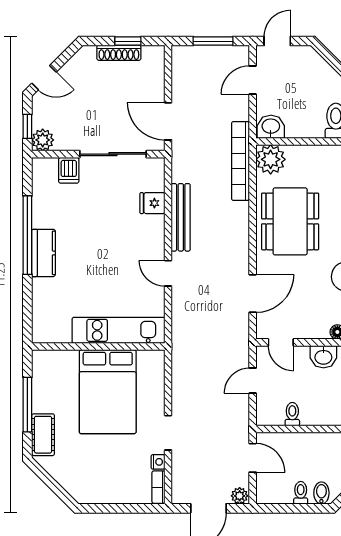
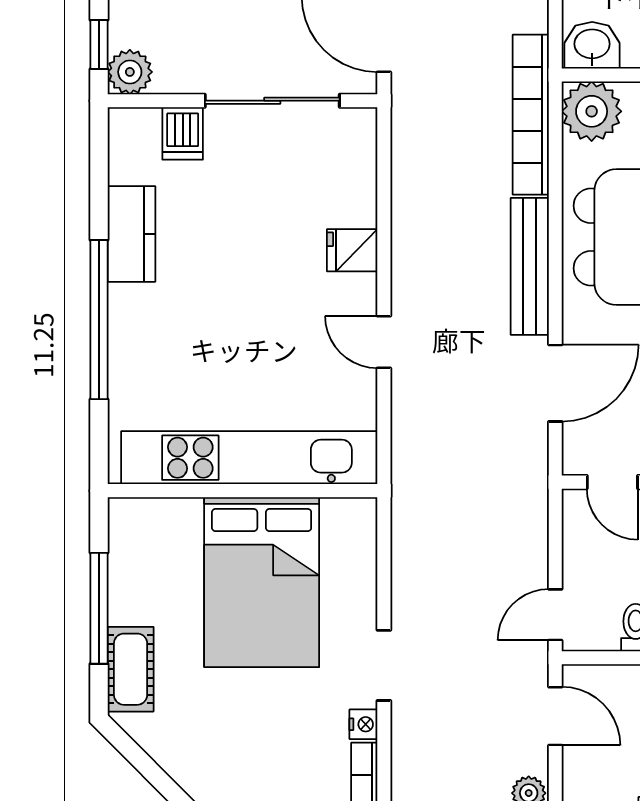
fridge: (152, 203) -> (352, 250), moved
bench: (181, 217) -> (530, 266), moved
window: (27, 235) -> (99, 320), moved
kitchen counter: (43, 253) -> (131, 234), moved
kitchen unit: (119, 330) -> (249, 458), width x1.36
door: (253, 381) -> (555, 615), moved

